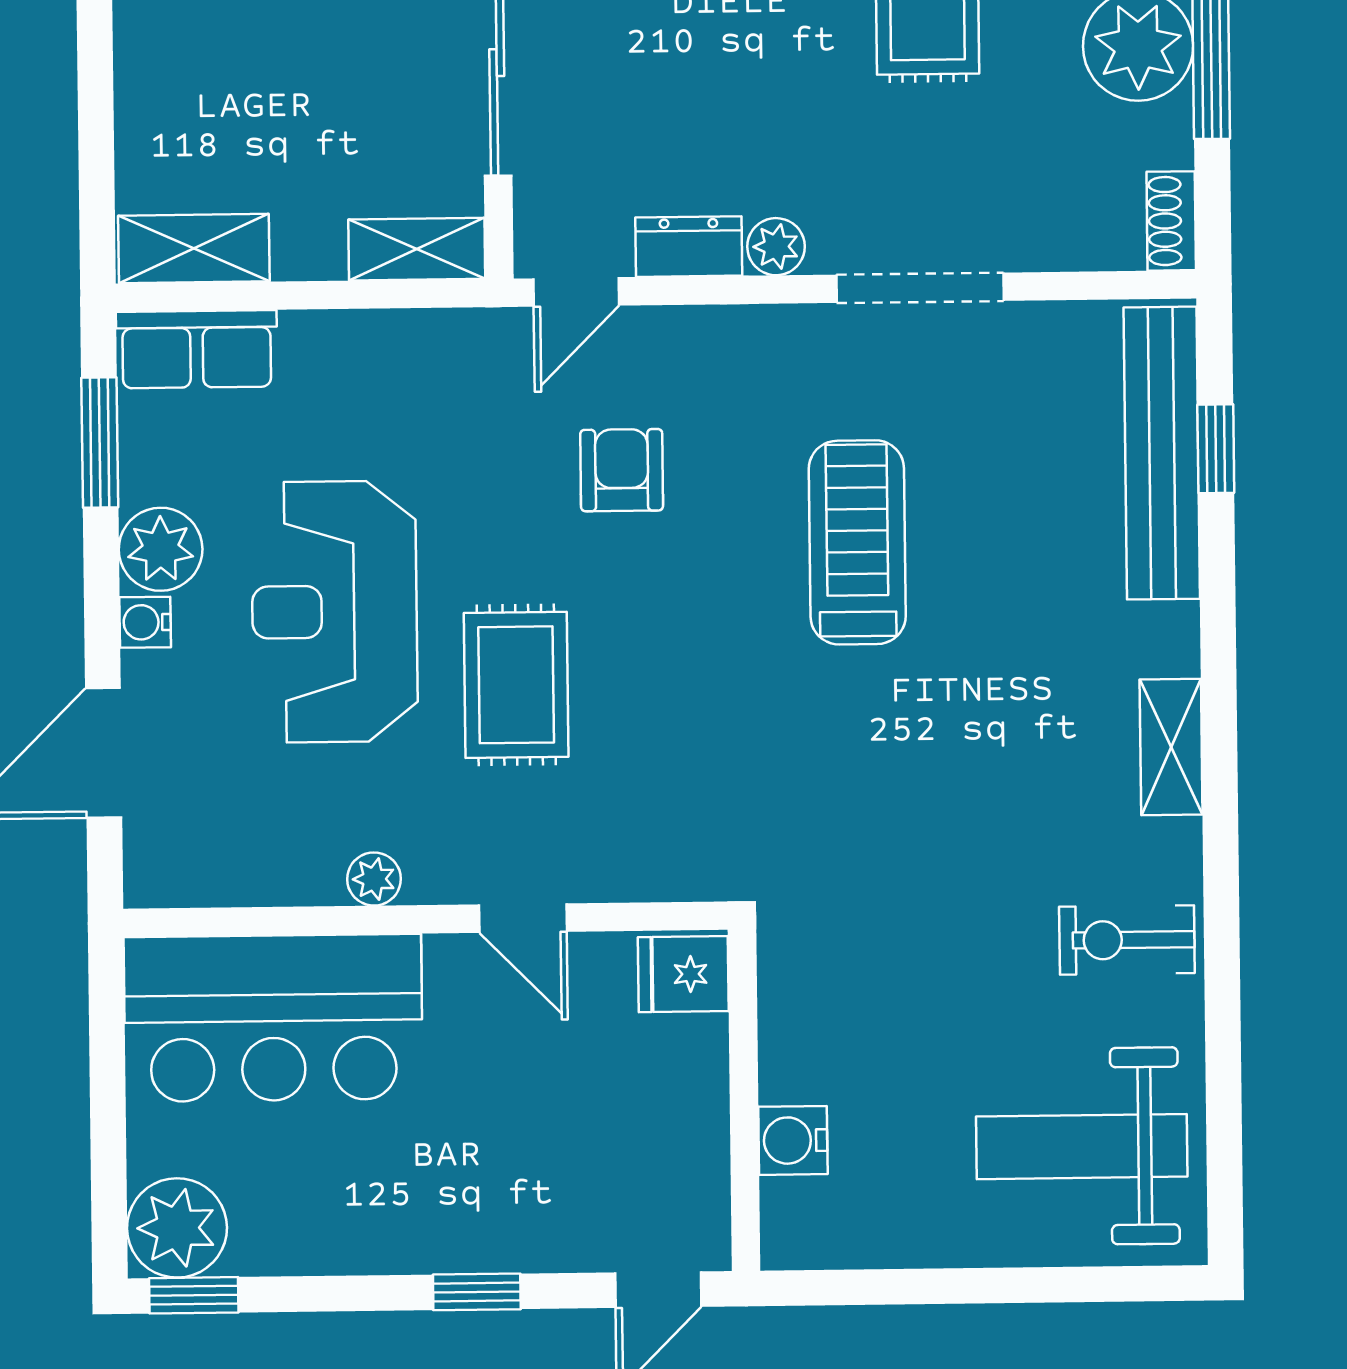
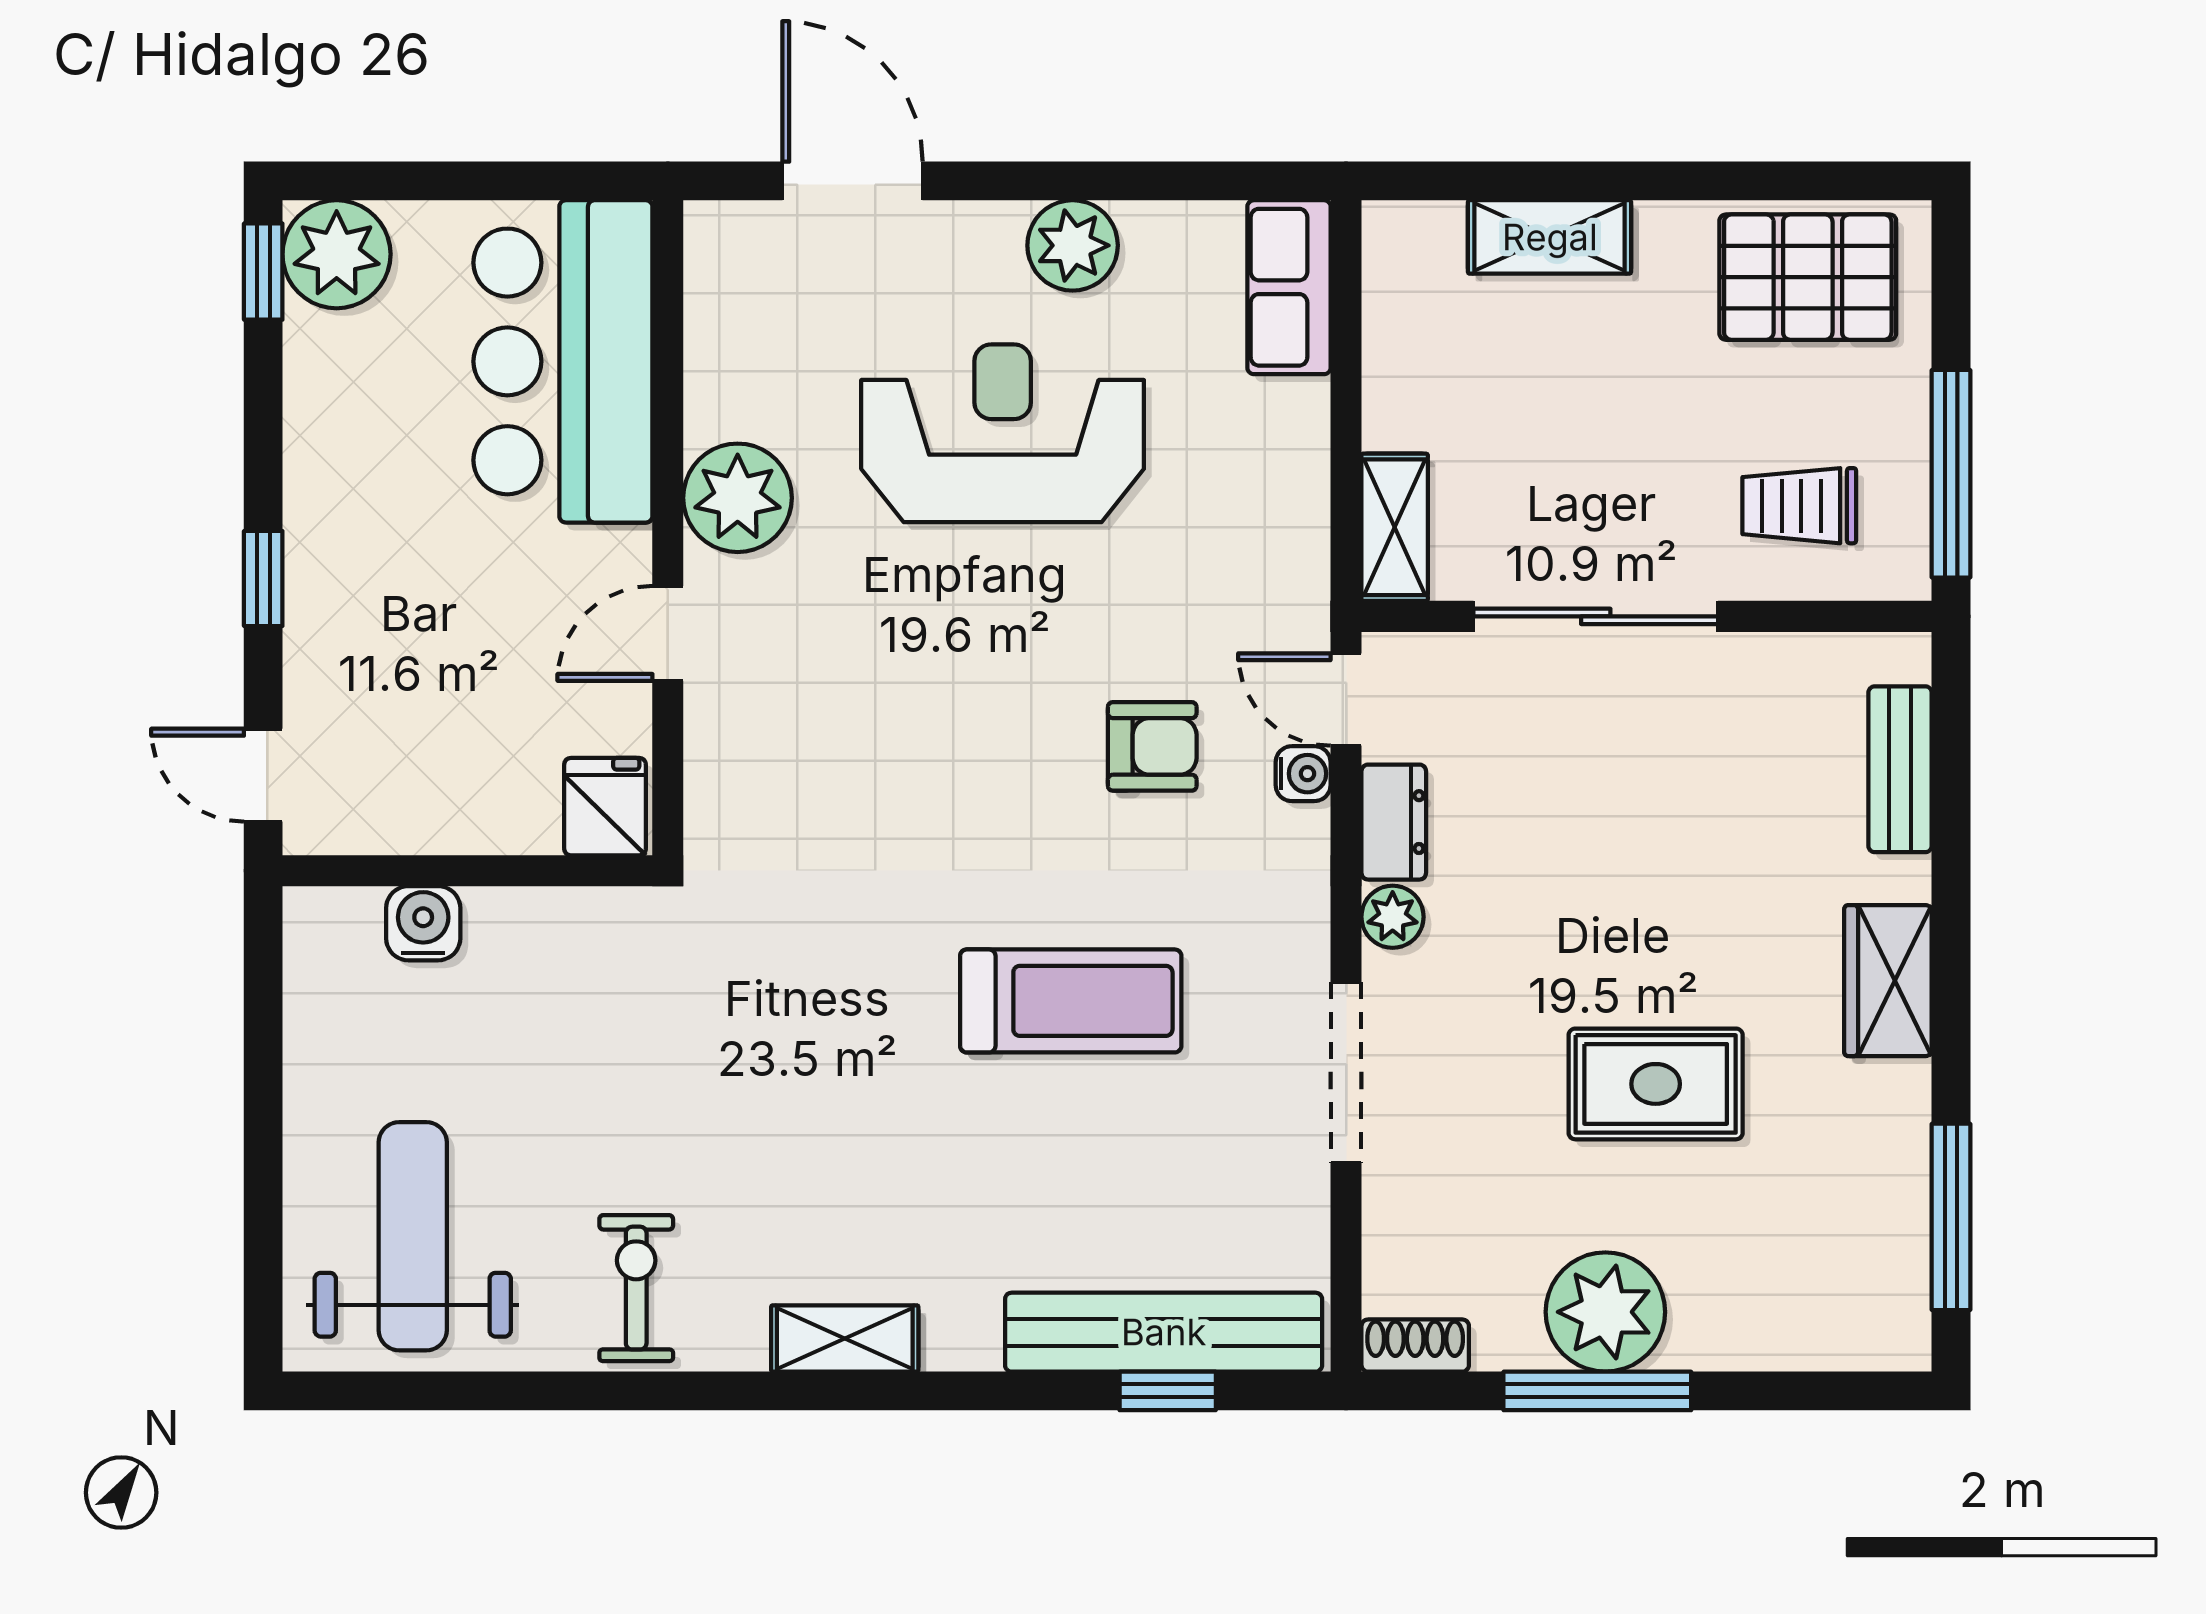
shelving: (194, 249) -> (1550, 237), moved, turned 90
window: (100, 442) -> (1189, 181), removed
water cooler: (145, 622) -> (1303, 774), moved, turned 90
rug: (516, 685) -> (921, 629), removed
plant: (374, 879) -> (738, 498), width x1.88, depth x1.88

